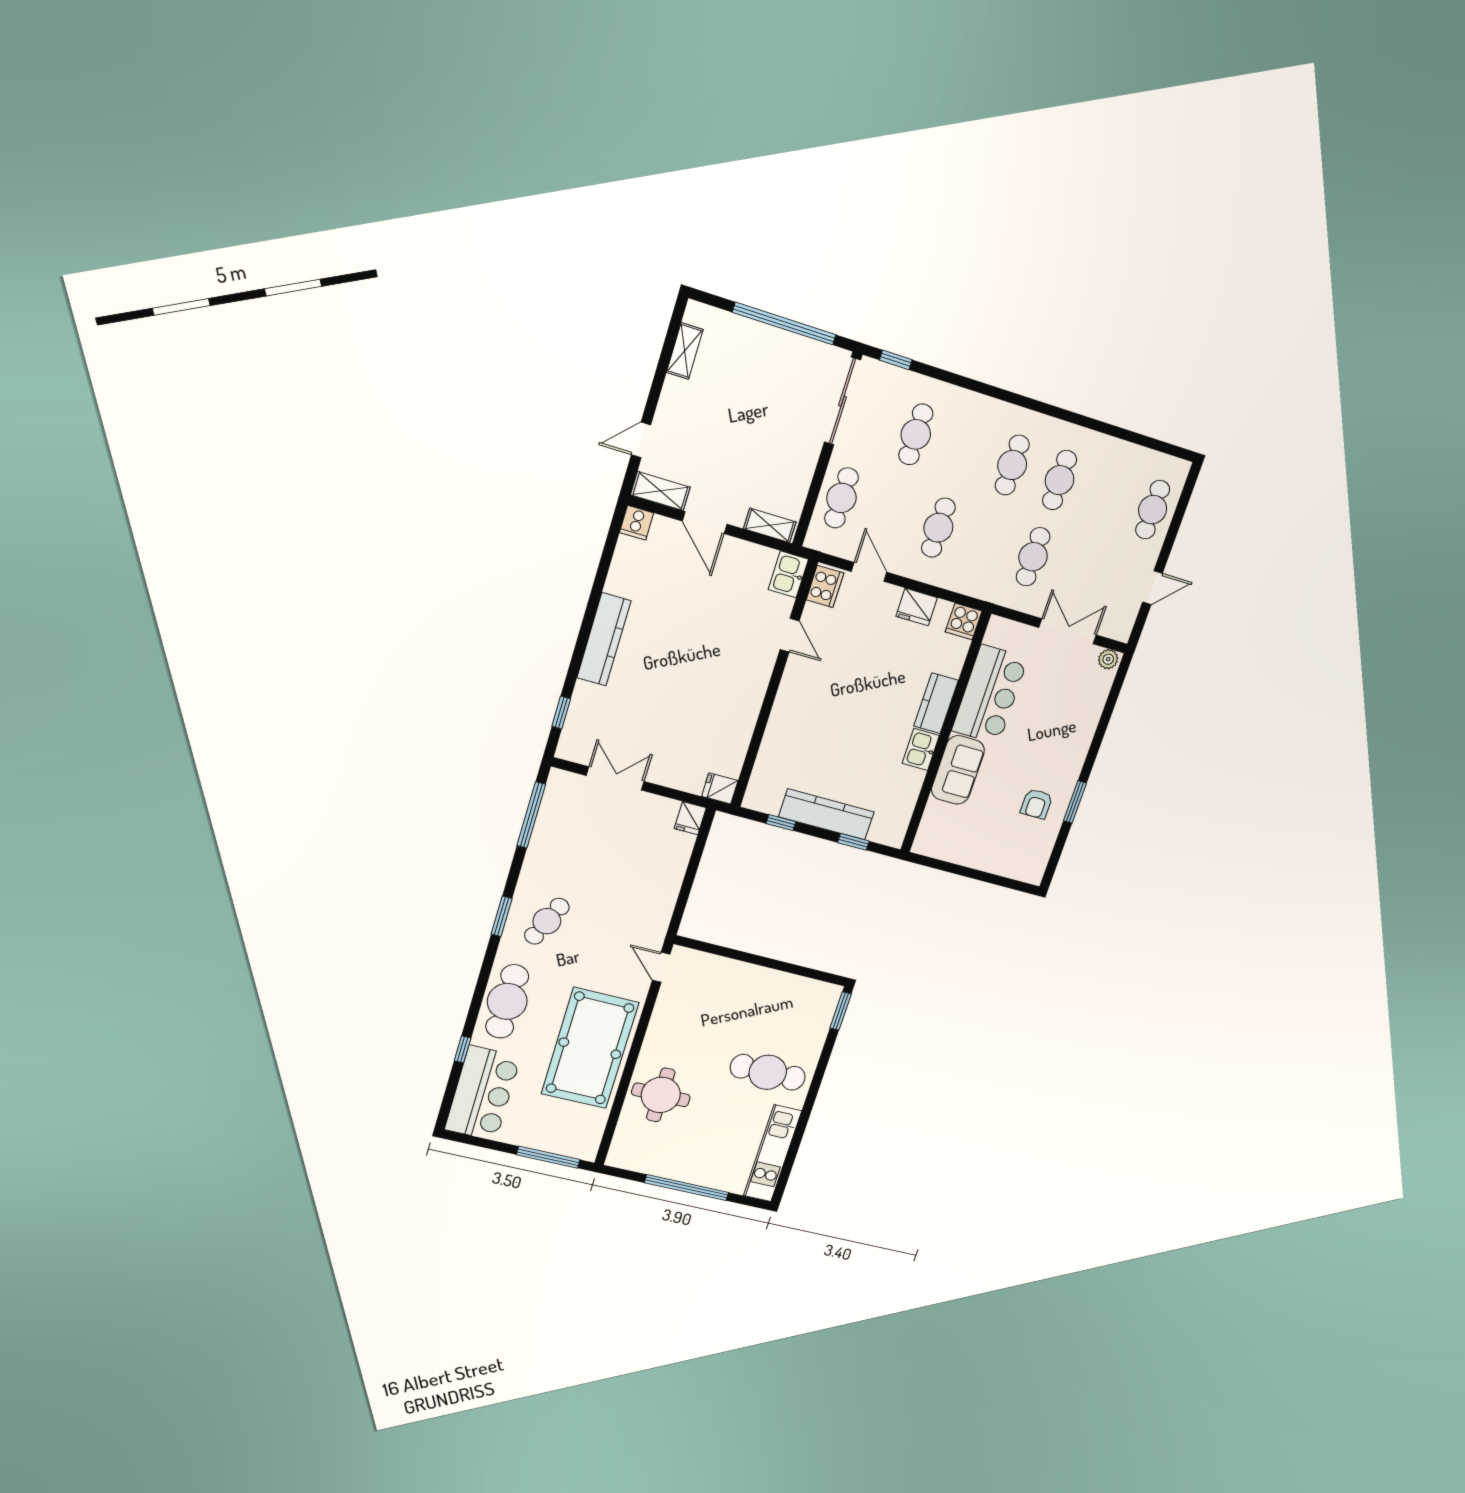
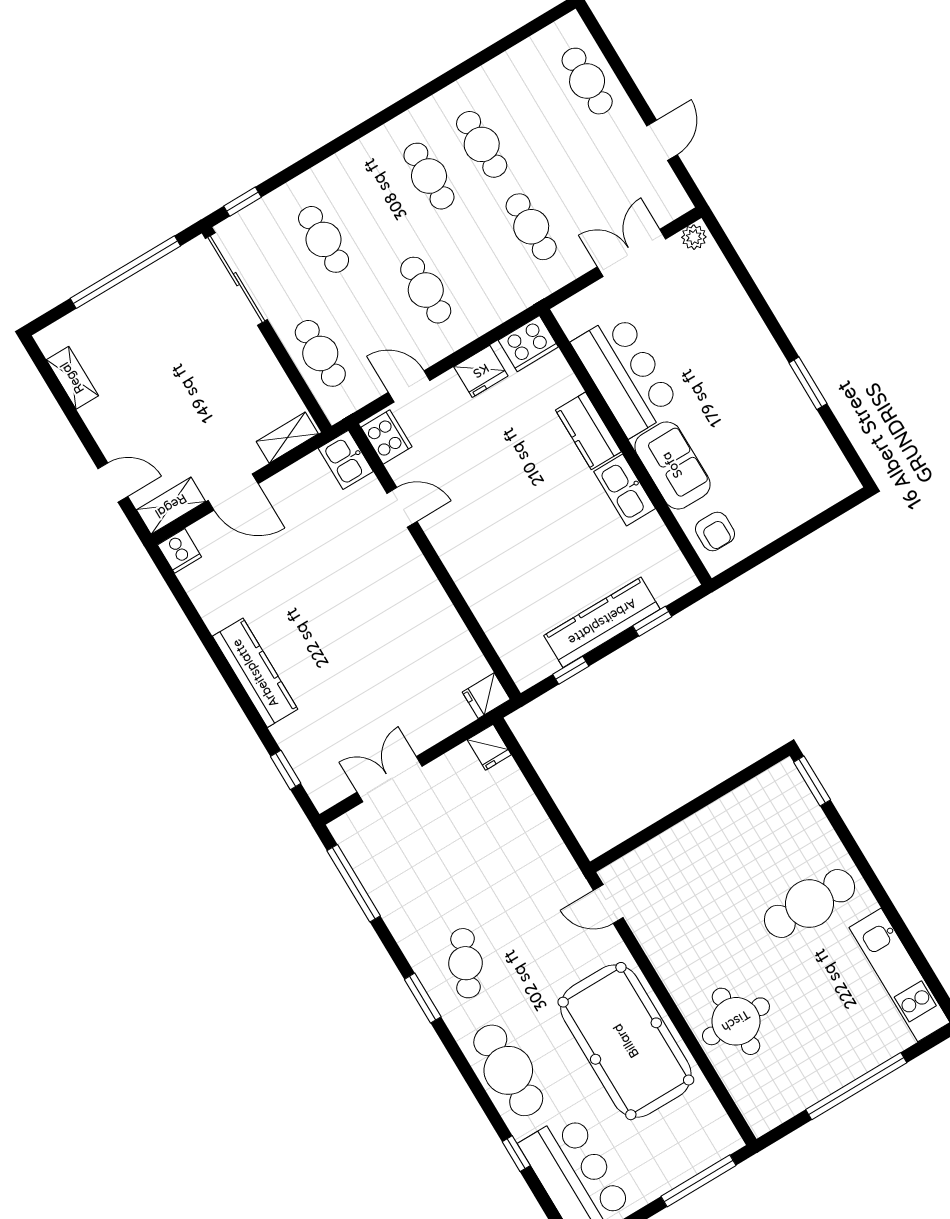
door: (641, 440) -> (113, 483), swing flipped
cooker: (964, 621) -> (528, 344), width x1.36
kitchen sink: (921, 749) -> (625, 490), width x1.38
armchair: (1037, 804) -> (715, 531), moved

